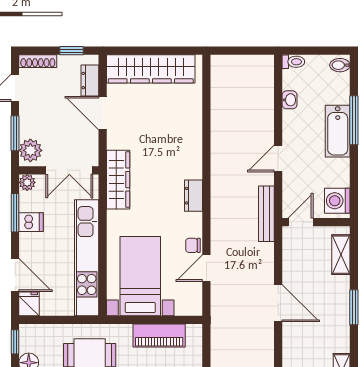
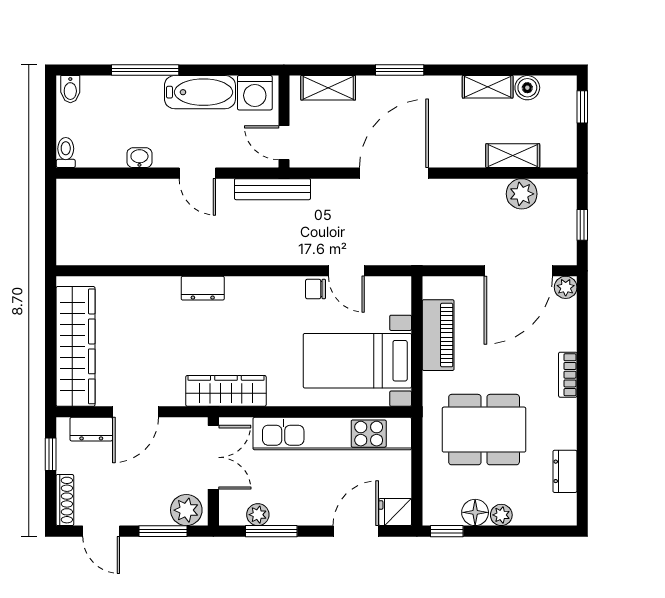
washbasin: (290, 100) -> (139, 158), moved
bathtub: (338, 131) -> (200, 92), moved
plant: (27, 182) -> (258, 515), moved
dresser: (194, 196) -> (203, 288), moved
dishwasher: (31, 222) -> (284, 509), removed
chair: (193, 245) -> (316, 289), turned 90
door: (278, 303) -> (394, 173), width x1.36

